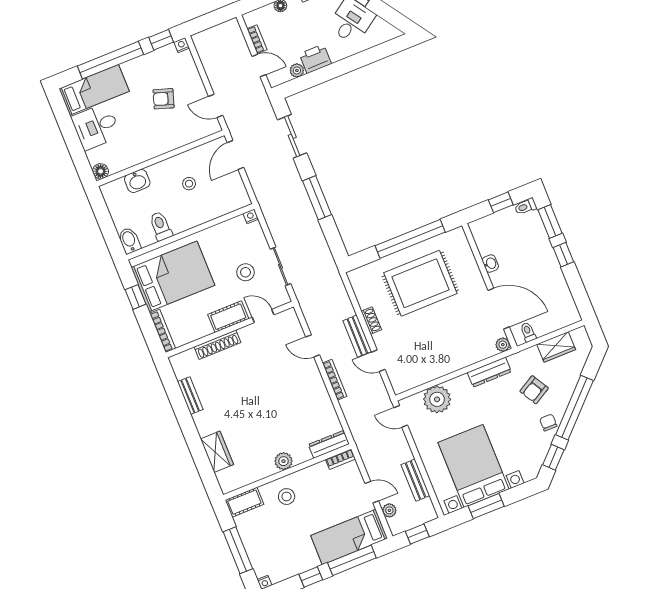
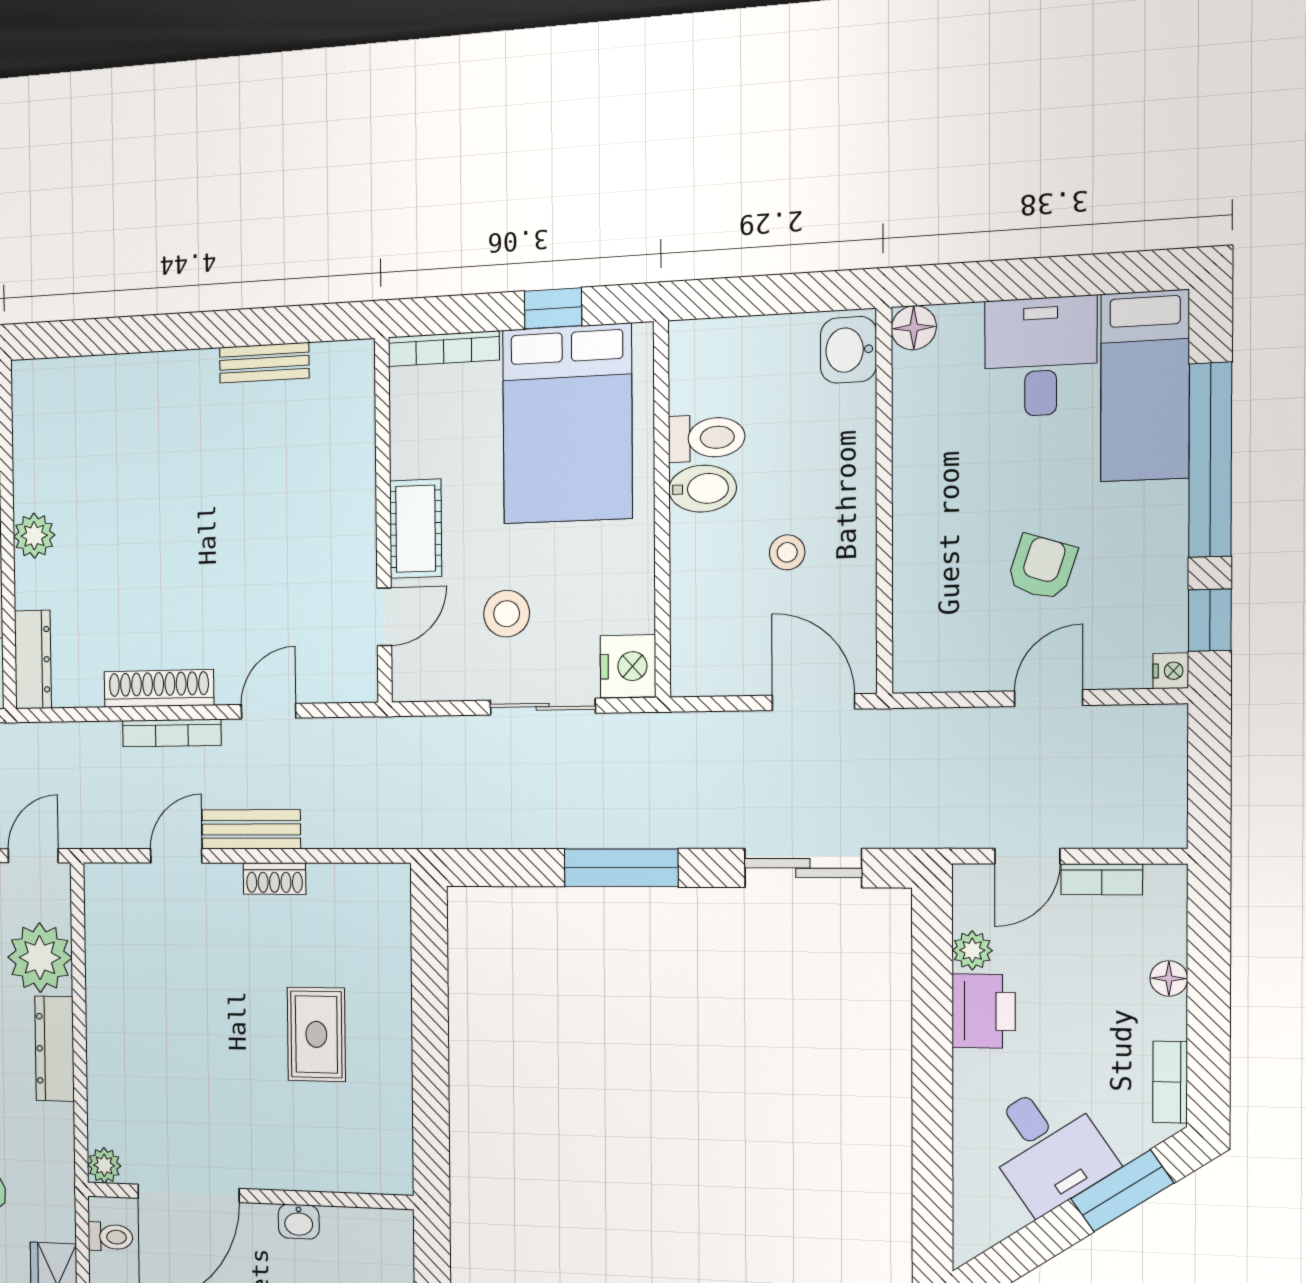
door: (216, 106) -> (1048, 698), moved
washbasin: (137, 181) -> (848, 350), moved
nightstand: (251, 216) -> (628, 666), width x1.89, depth x1.79
window: (410, 239) -> (430, 1055), removed
bidet: (129, 240) -> (703, 489), moved
sliding door: (280, 266) -> (543, 707), moved
rug: (420, 283) -> (316, 1034), width x0.54, depth x0.49
shoe rack: (217, 345) -> (159, 688), moved, turned 90
dresser: (489, 372) -> (55, 1049), moved
wardrobe: (217, 452) -> (112, 381), removed

